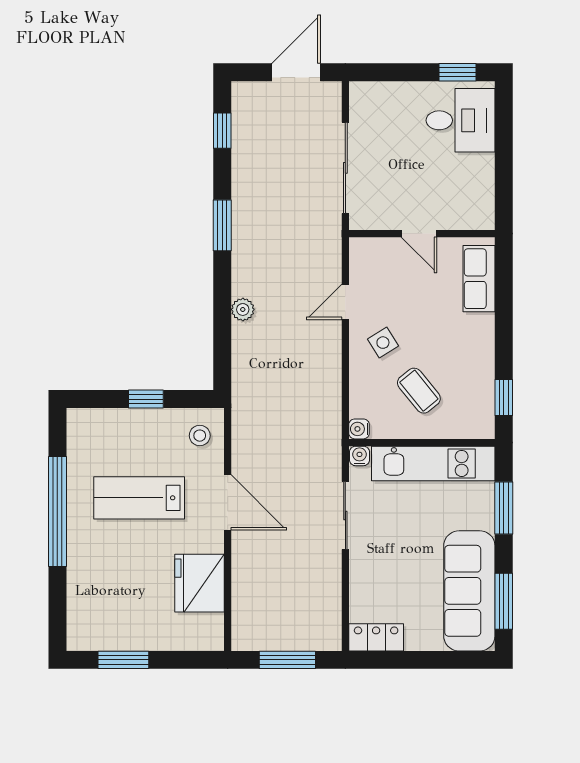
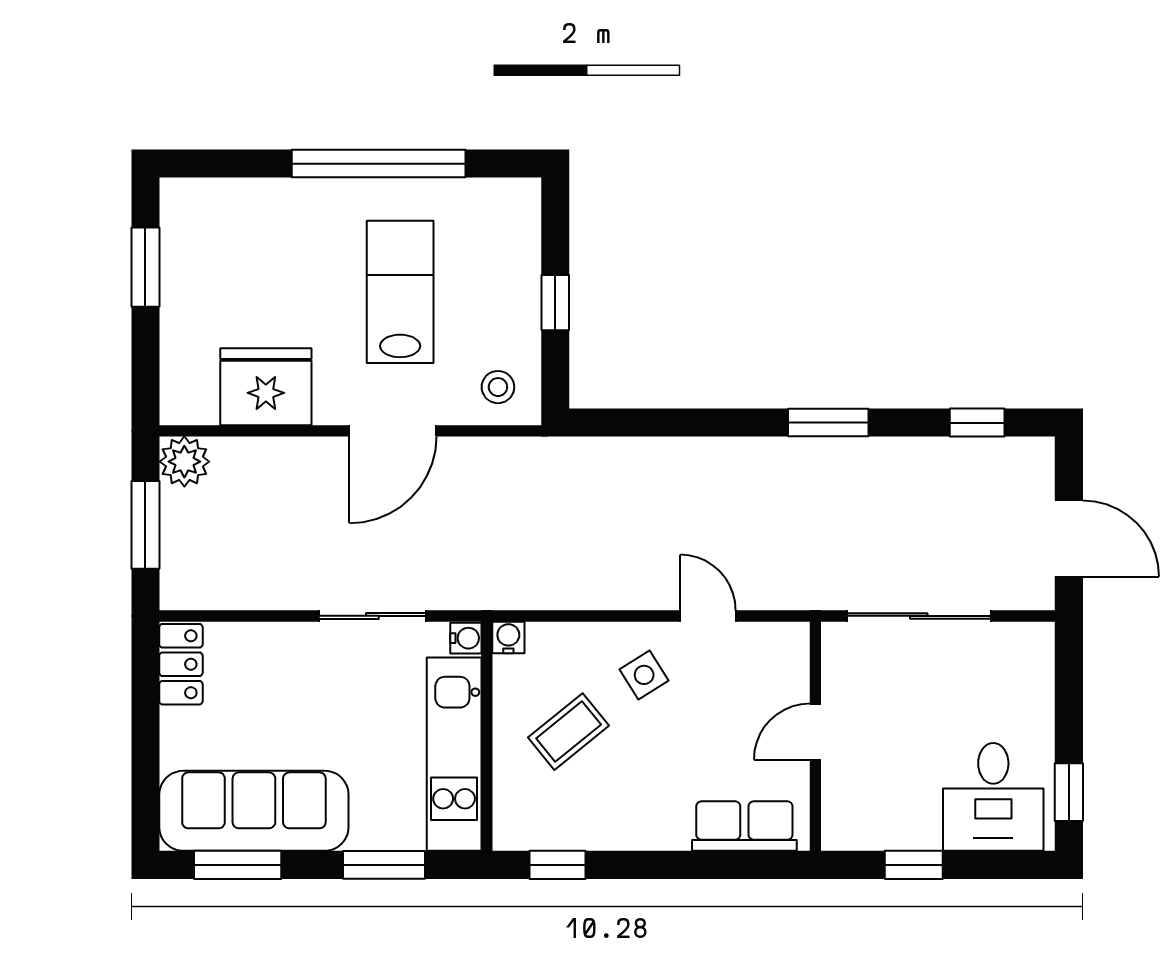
window: (504, 171) -> (914, 865), added
plant: (243, 309) -> (184, 462), moved, width x1.38, depth x1.38

